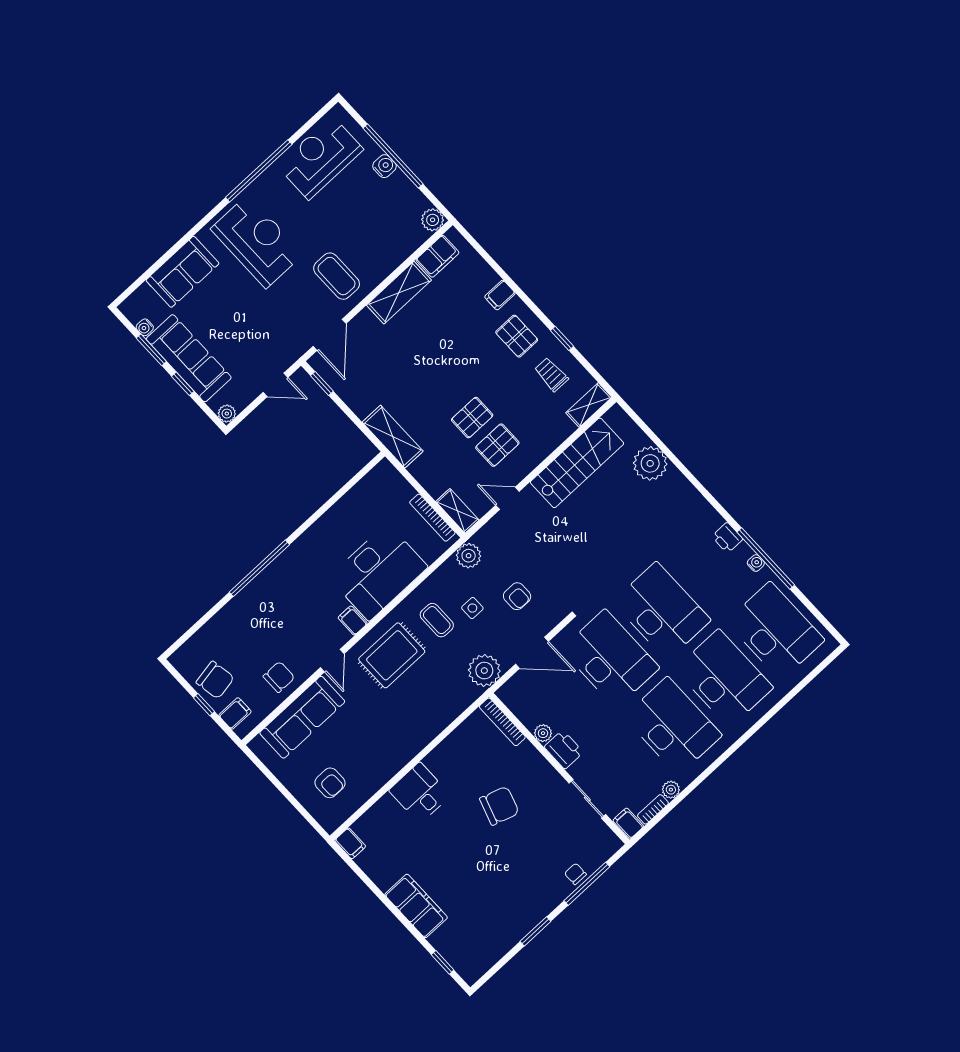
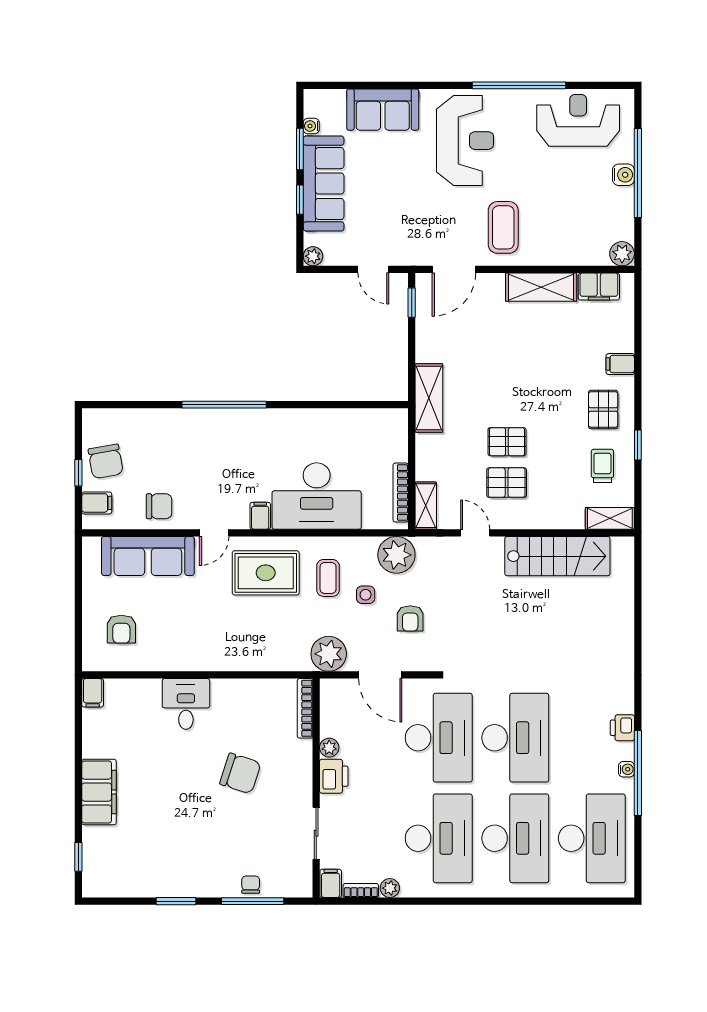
plant: (650, 463) -> (616, 611), removed
plant: (469, 556) -> (396, 555), width x1.36, depth x1.36

